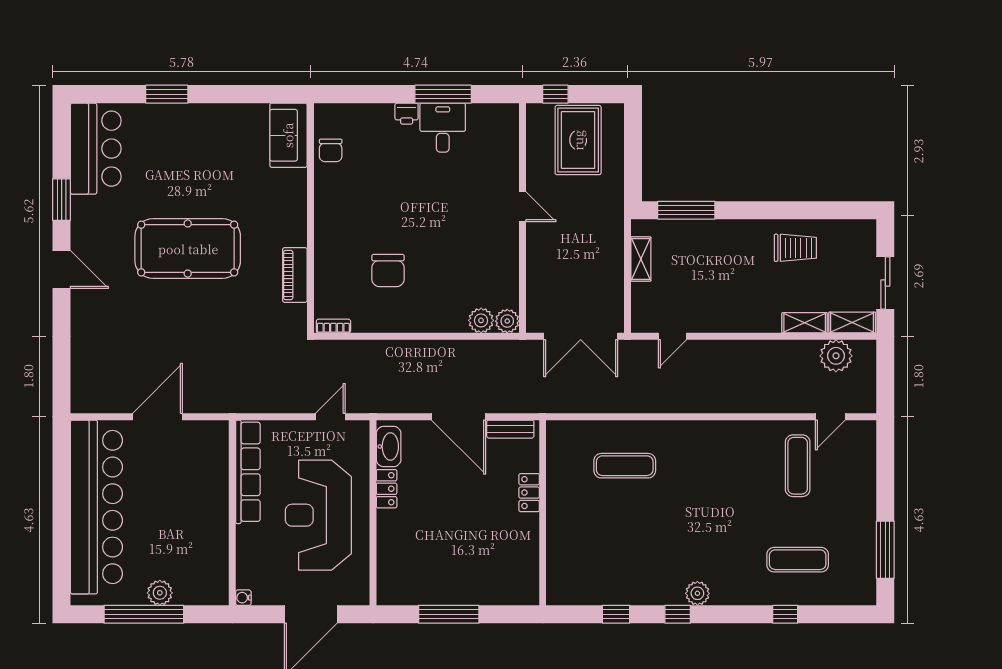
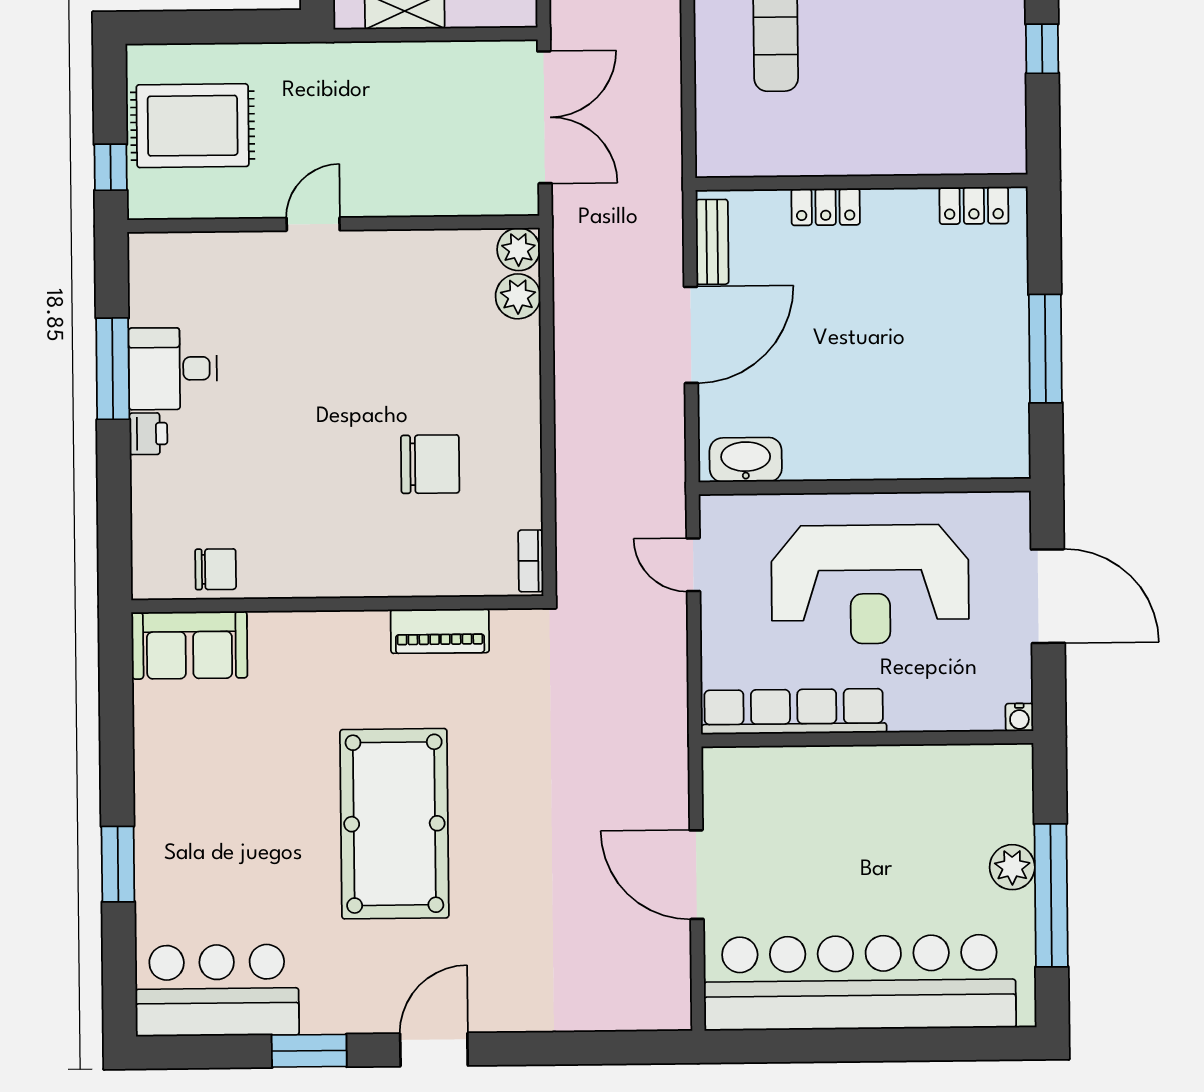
locker: (387, 489) -> (974, 205), moved, turned 180

